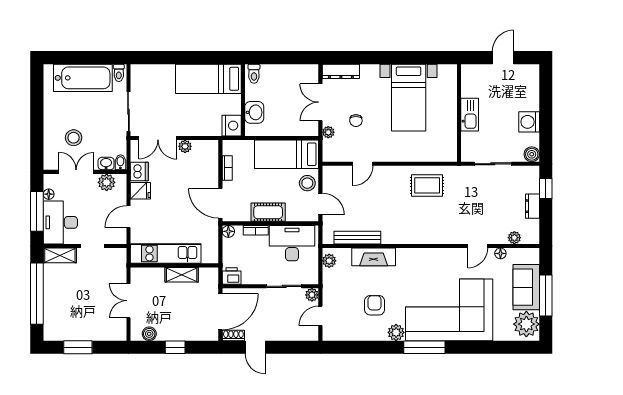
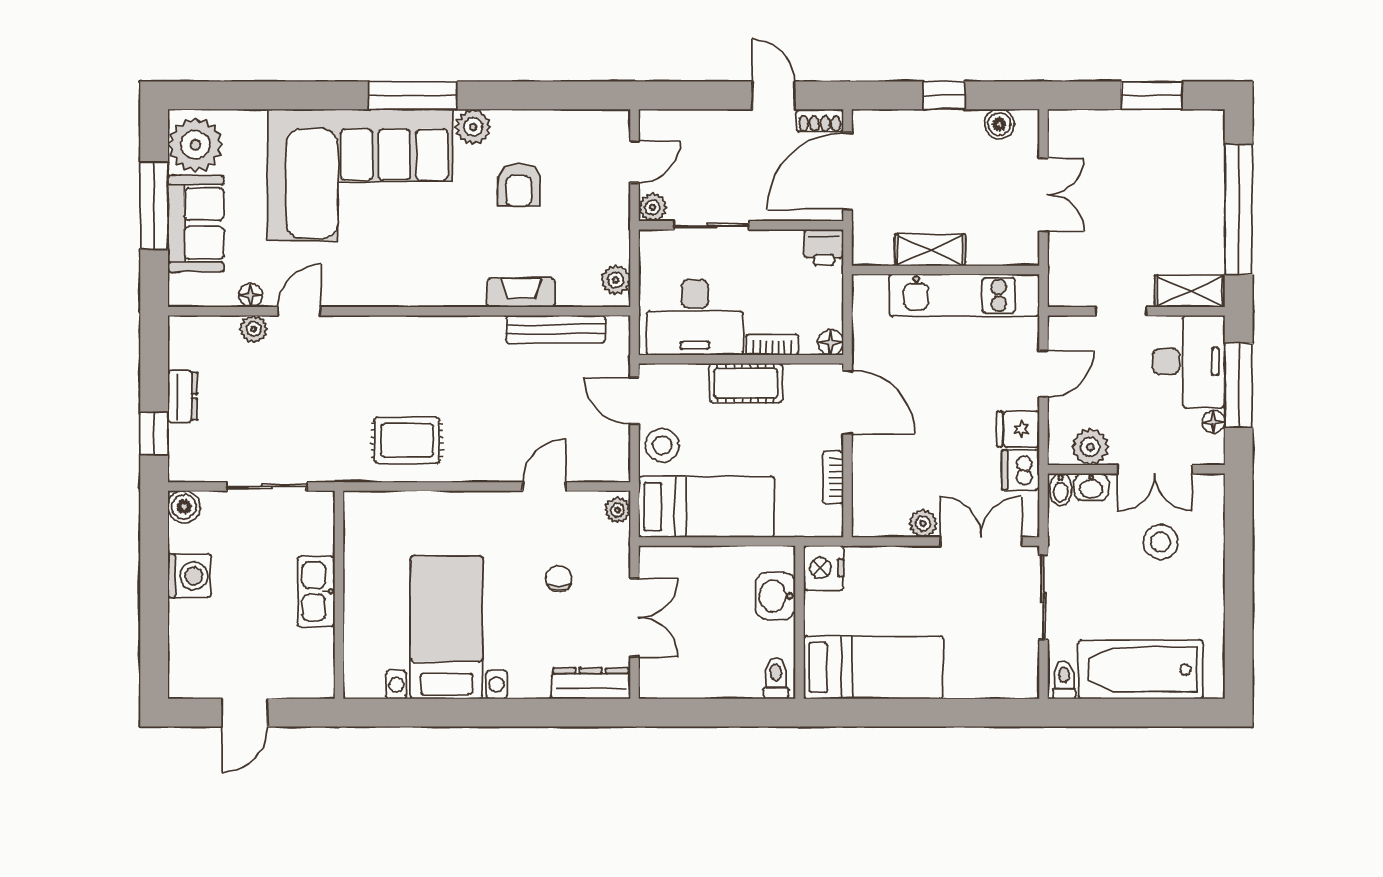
plant: (328, 132) -> (617, 510), moved
plant: (514, 238) -> (254, 329), moved
fireplace: (374, 257) -> (521, 293), width x0.73, depth x0.76

